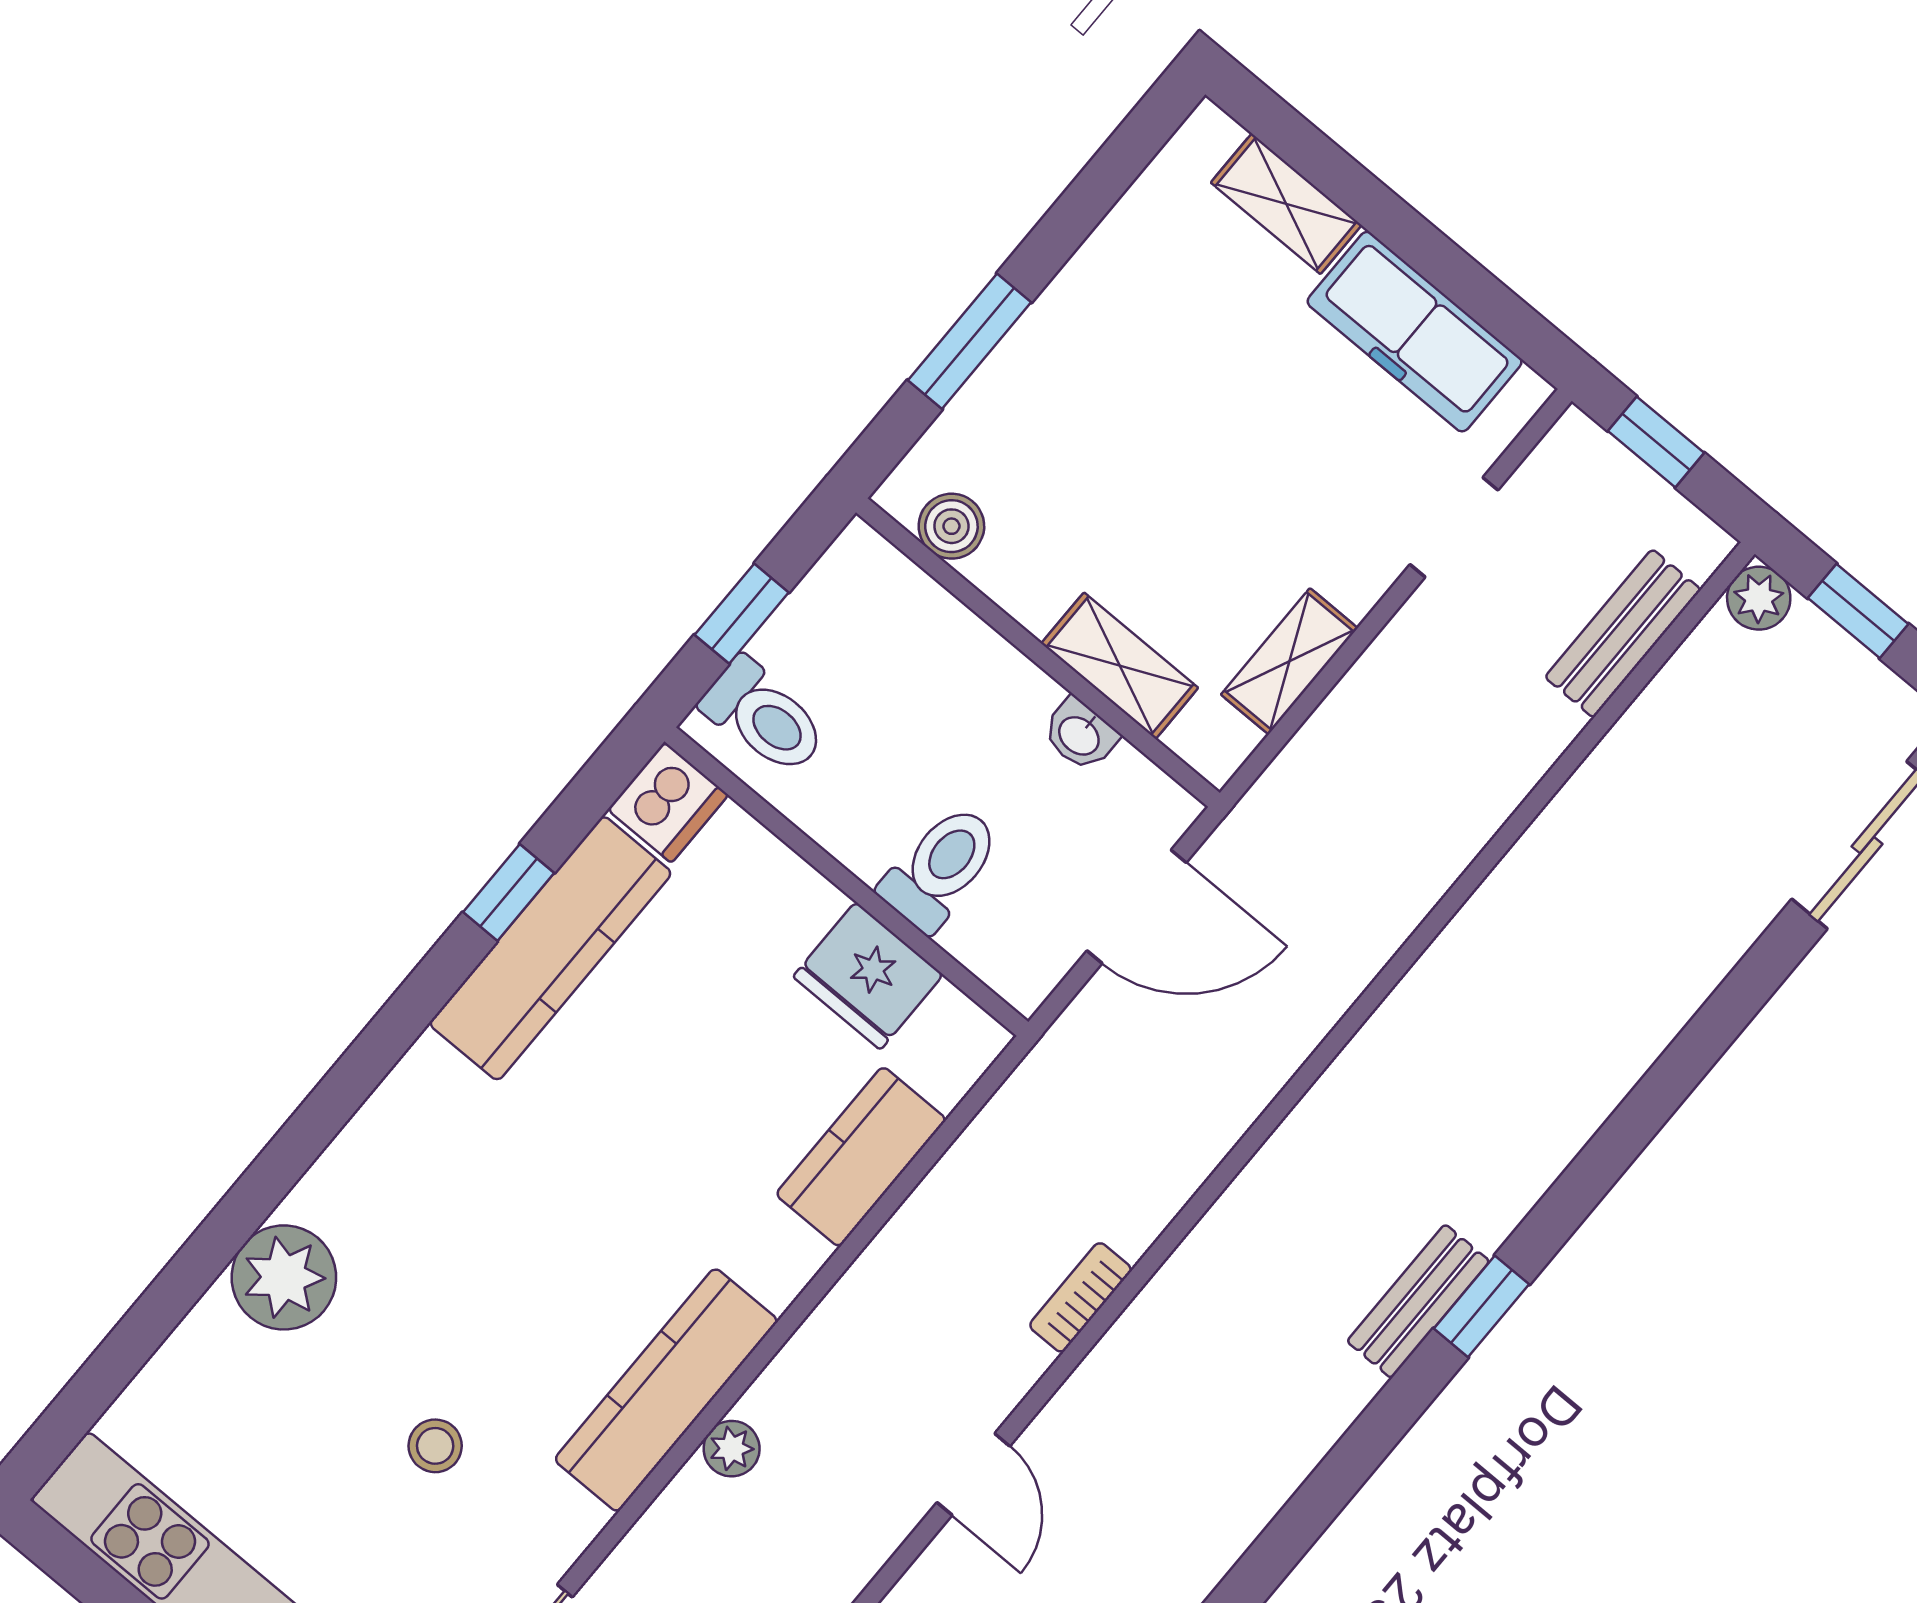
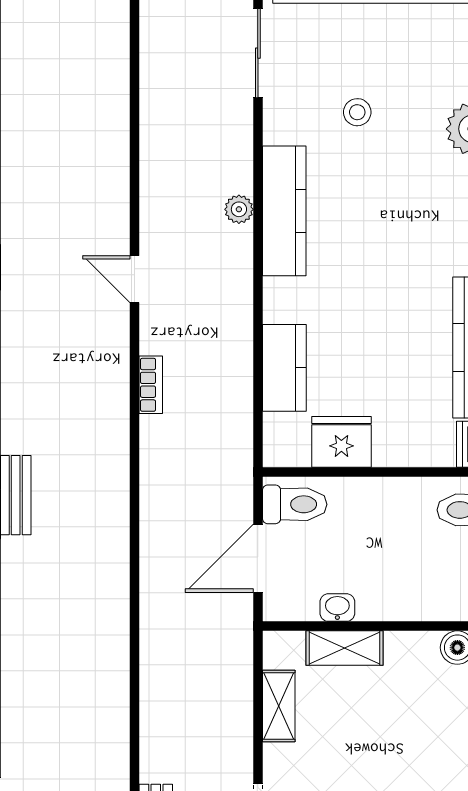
toilet: (941, 868) -> (295, 504), moved, turned -90

